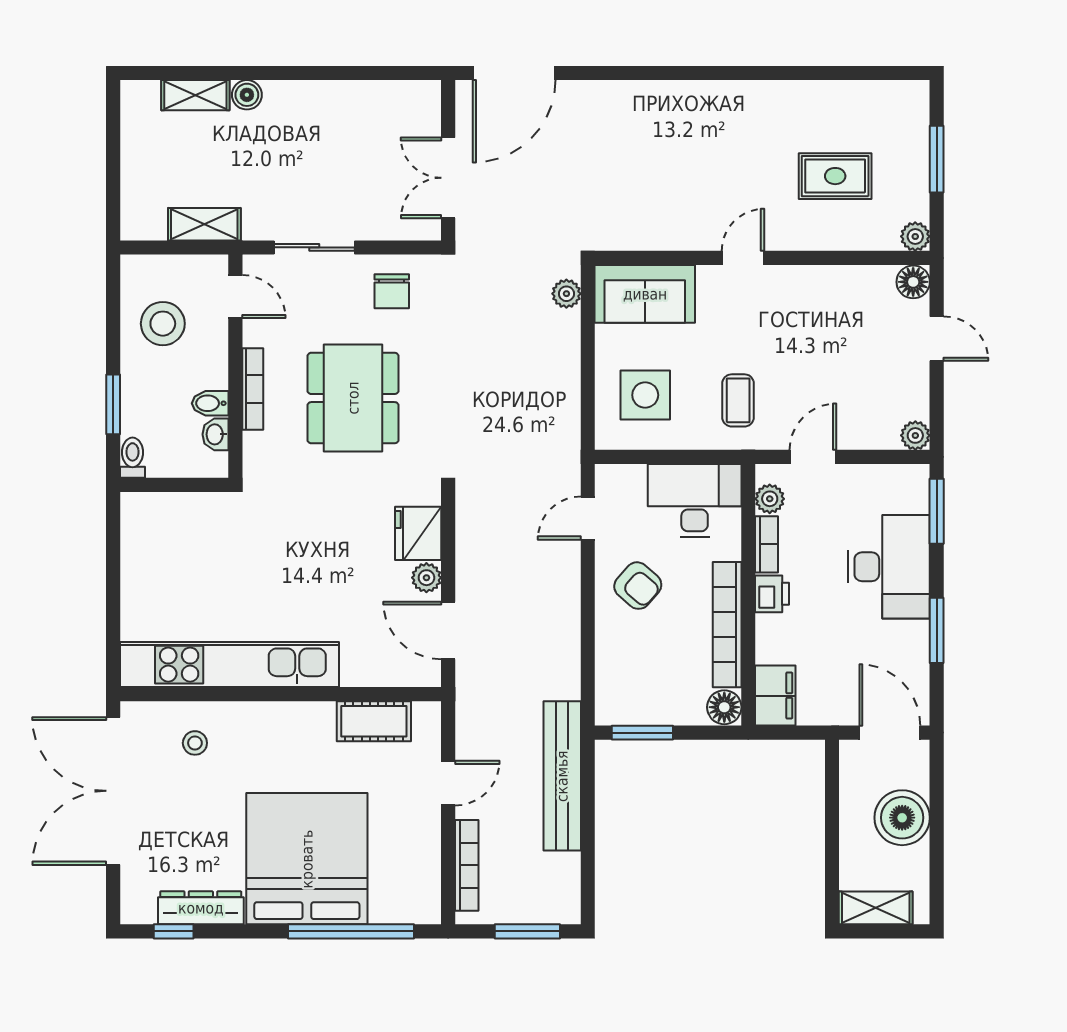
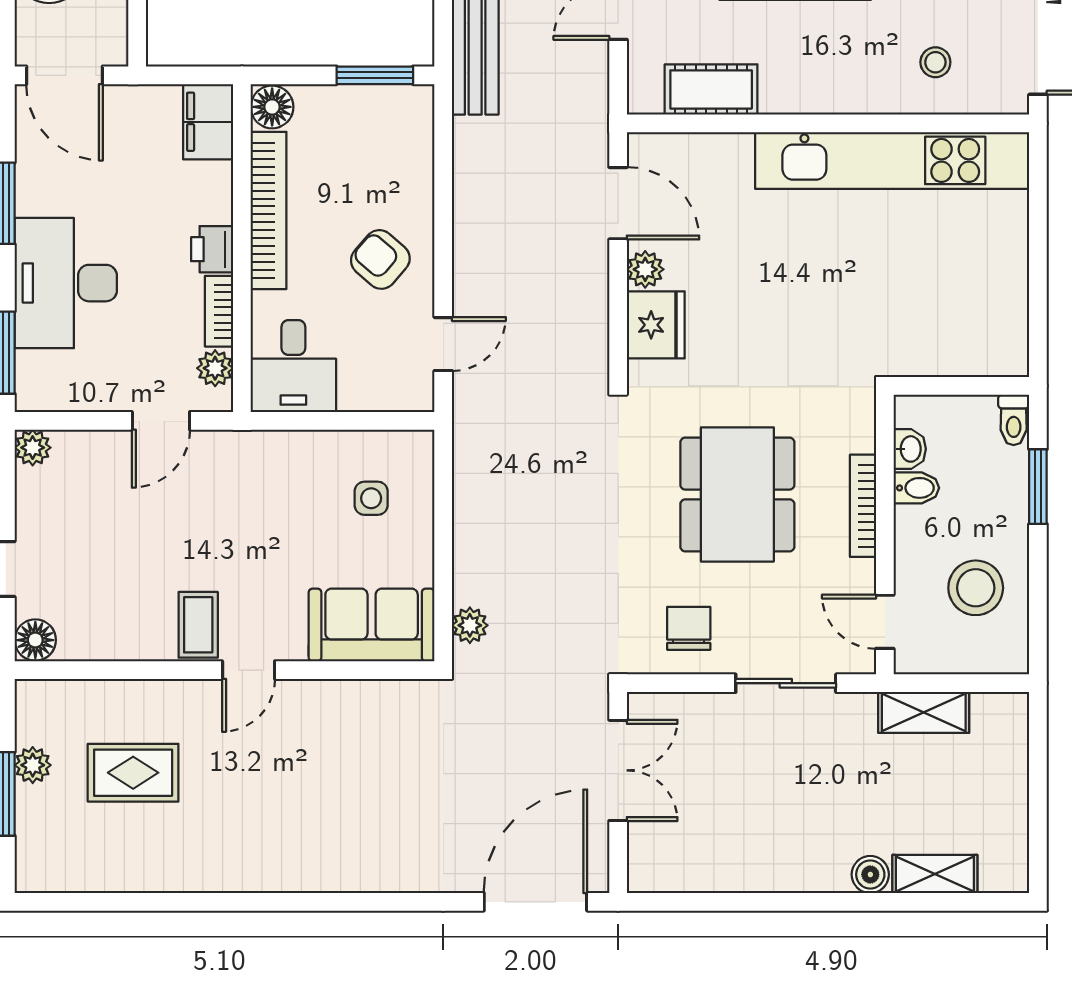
plant: (915, 236) -> (33, 765), moved
side table: (645, 395) -> (371, 498), width x0.54, depth x0.54
coffee table: (738, 400) -> (198, 625), moved
desk: (695, 501) -> (293, 366), width x0.73

